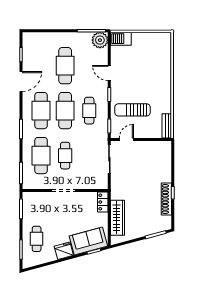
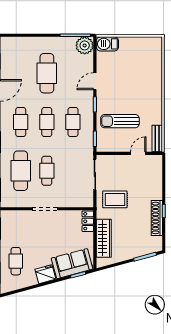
door: (109, 73) -> (95, 81), hinge flipped
cafe table: (41, 111) -> (21, 122), width x0.73, depth x0.74
cafe table: (65, 111) -> (47, 122), width x0.73, depth x0.74
door: (126, 140) -> (138, 153), moved
rug: (128, 182) -> (115, 199), added

